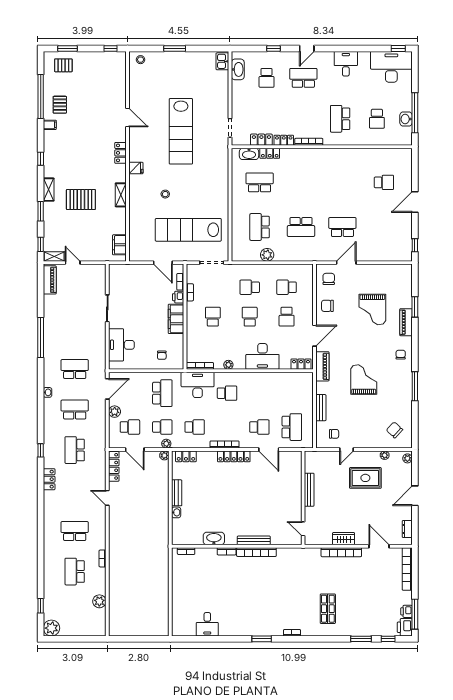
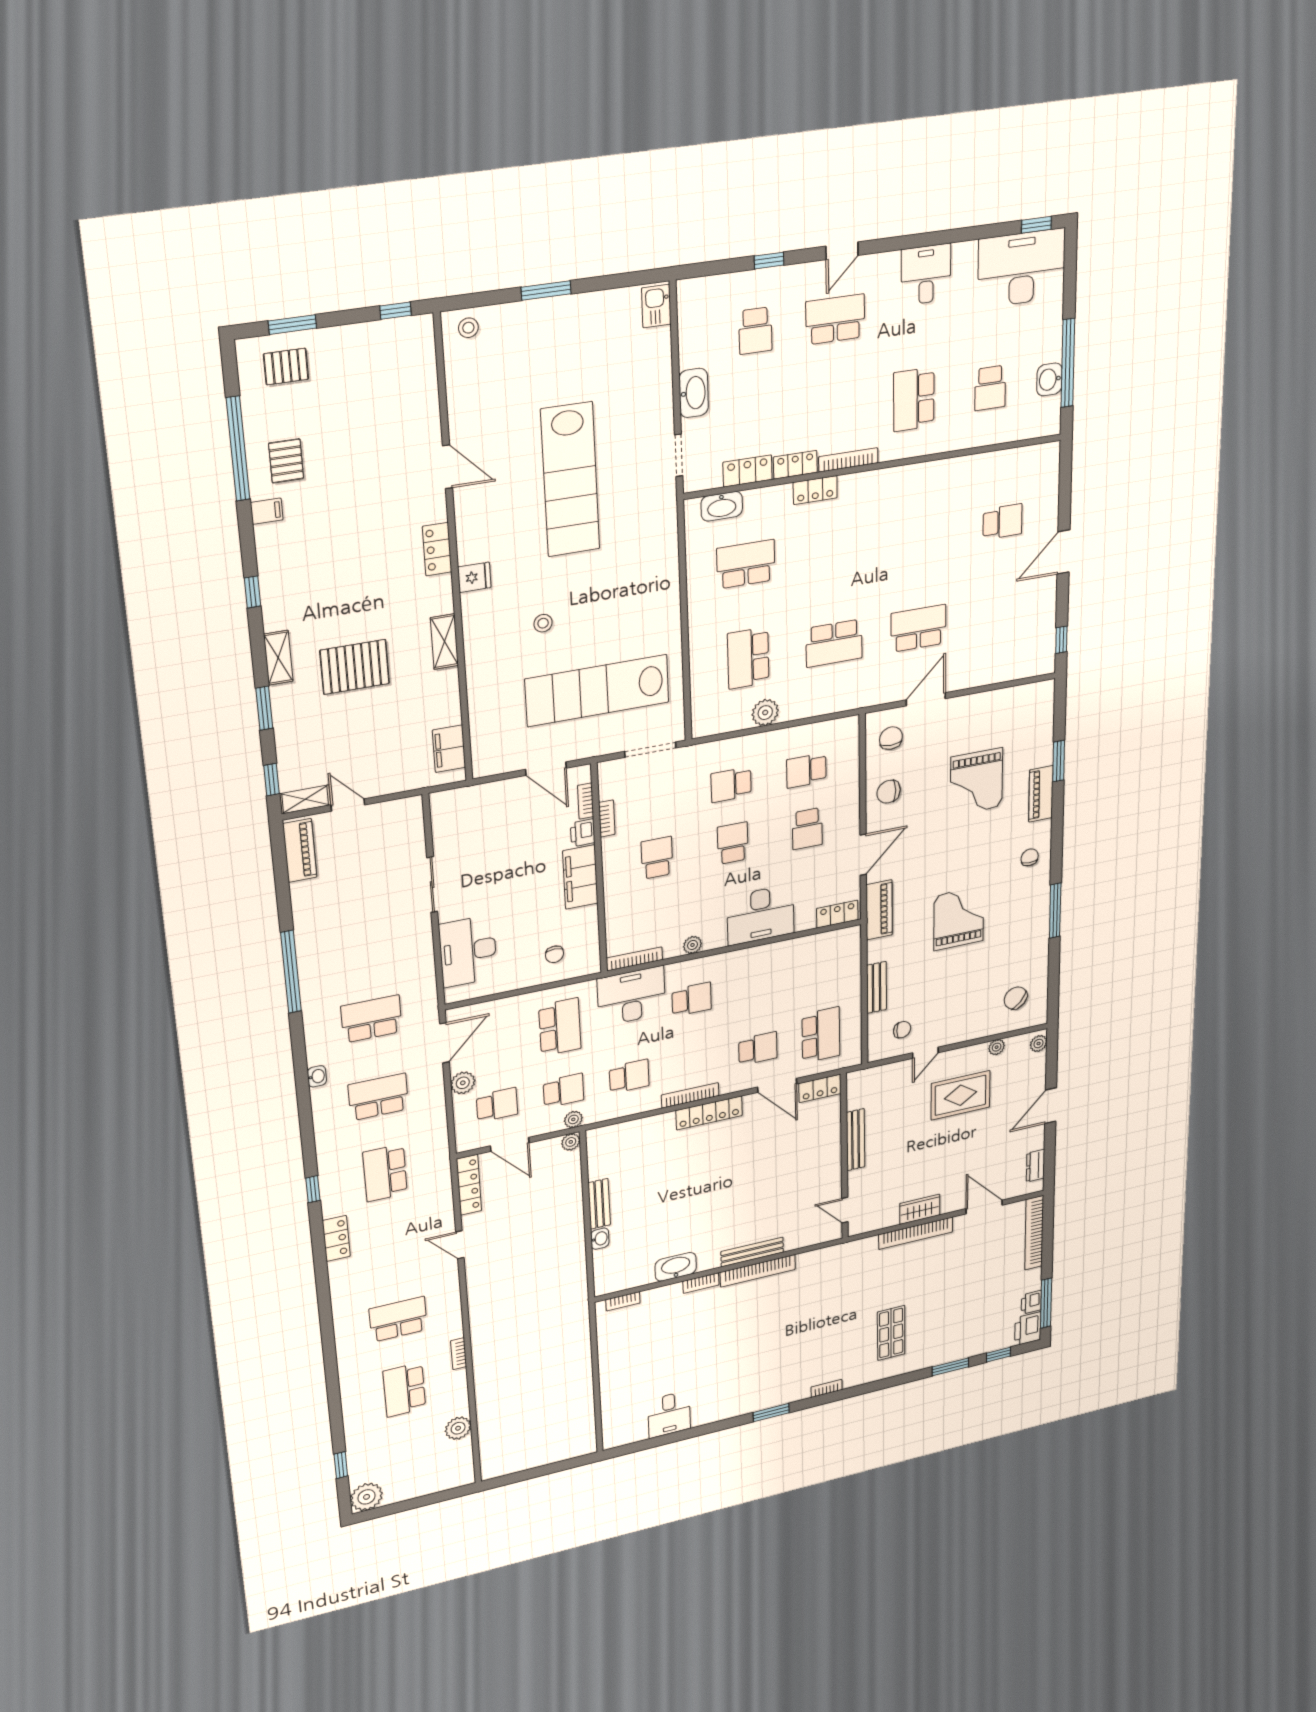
washbasin: (238, 69) -> (694, 393), moved
locker: (270, 153) -> (815, 490), moved
locker: (186, 456) -> (820, 1088), moved

